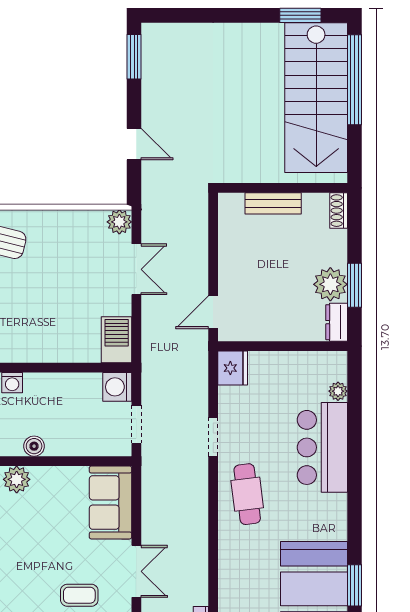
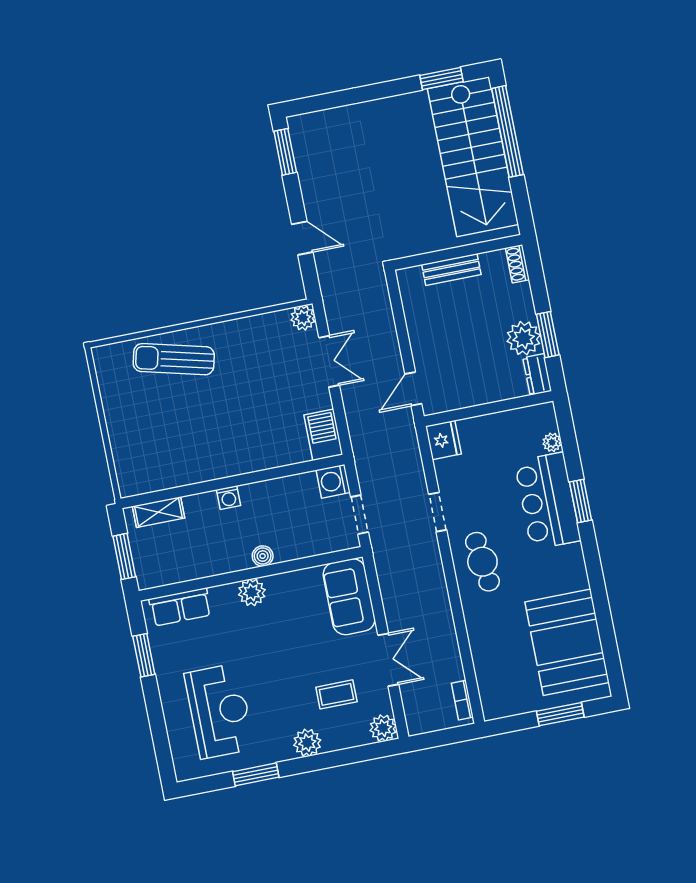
window: (355, 585) -> (581, 501), moved

